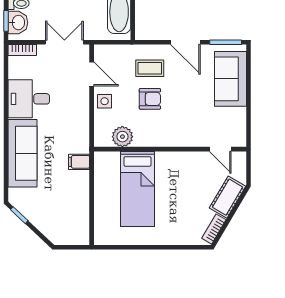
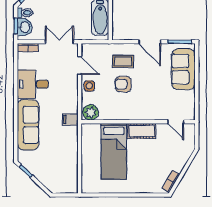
armchair: (150, 99) -> (123, 84), turned 180
plant: (122, 137) -> (91, 112), moved
filing cabinet: (79, 162) -> (70, 119), moved
cot: (228, 197) -> (142, 131), moved, turned 59

